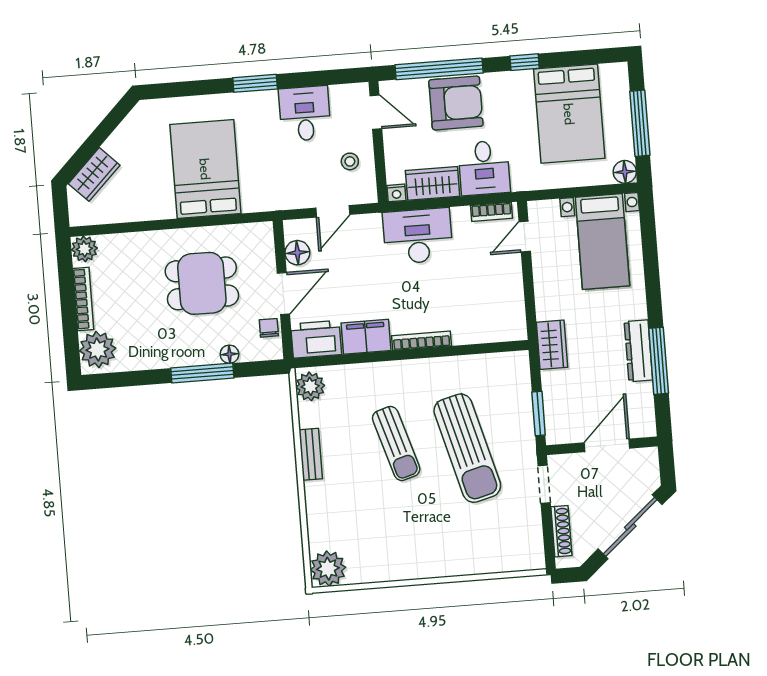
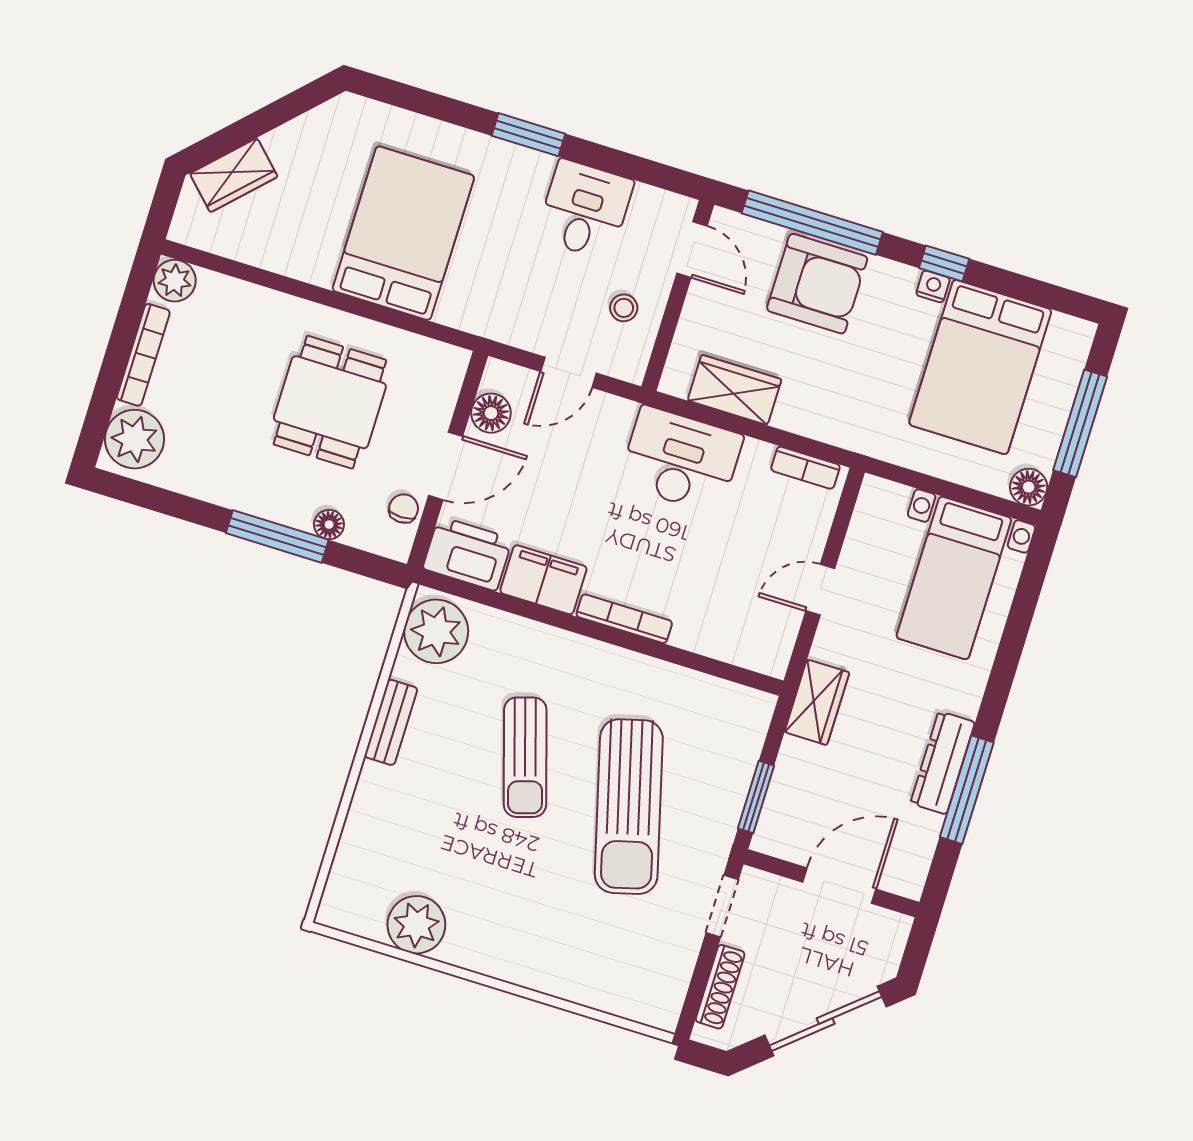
desk: (484, 168) -> (821, 397), removed
nightstand: (396, 193) -> (933, 286), moved, turned 180
door: (525, 237) -> (820, 590), moved
dining table: (202, 283) -> (330, 402), turned 90
plant: (310, 386) -> (436, 631), width x1.36, depth x1.36
plant: (328, 569) -> (416, 925), moved

